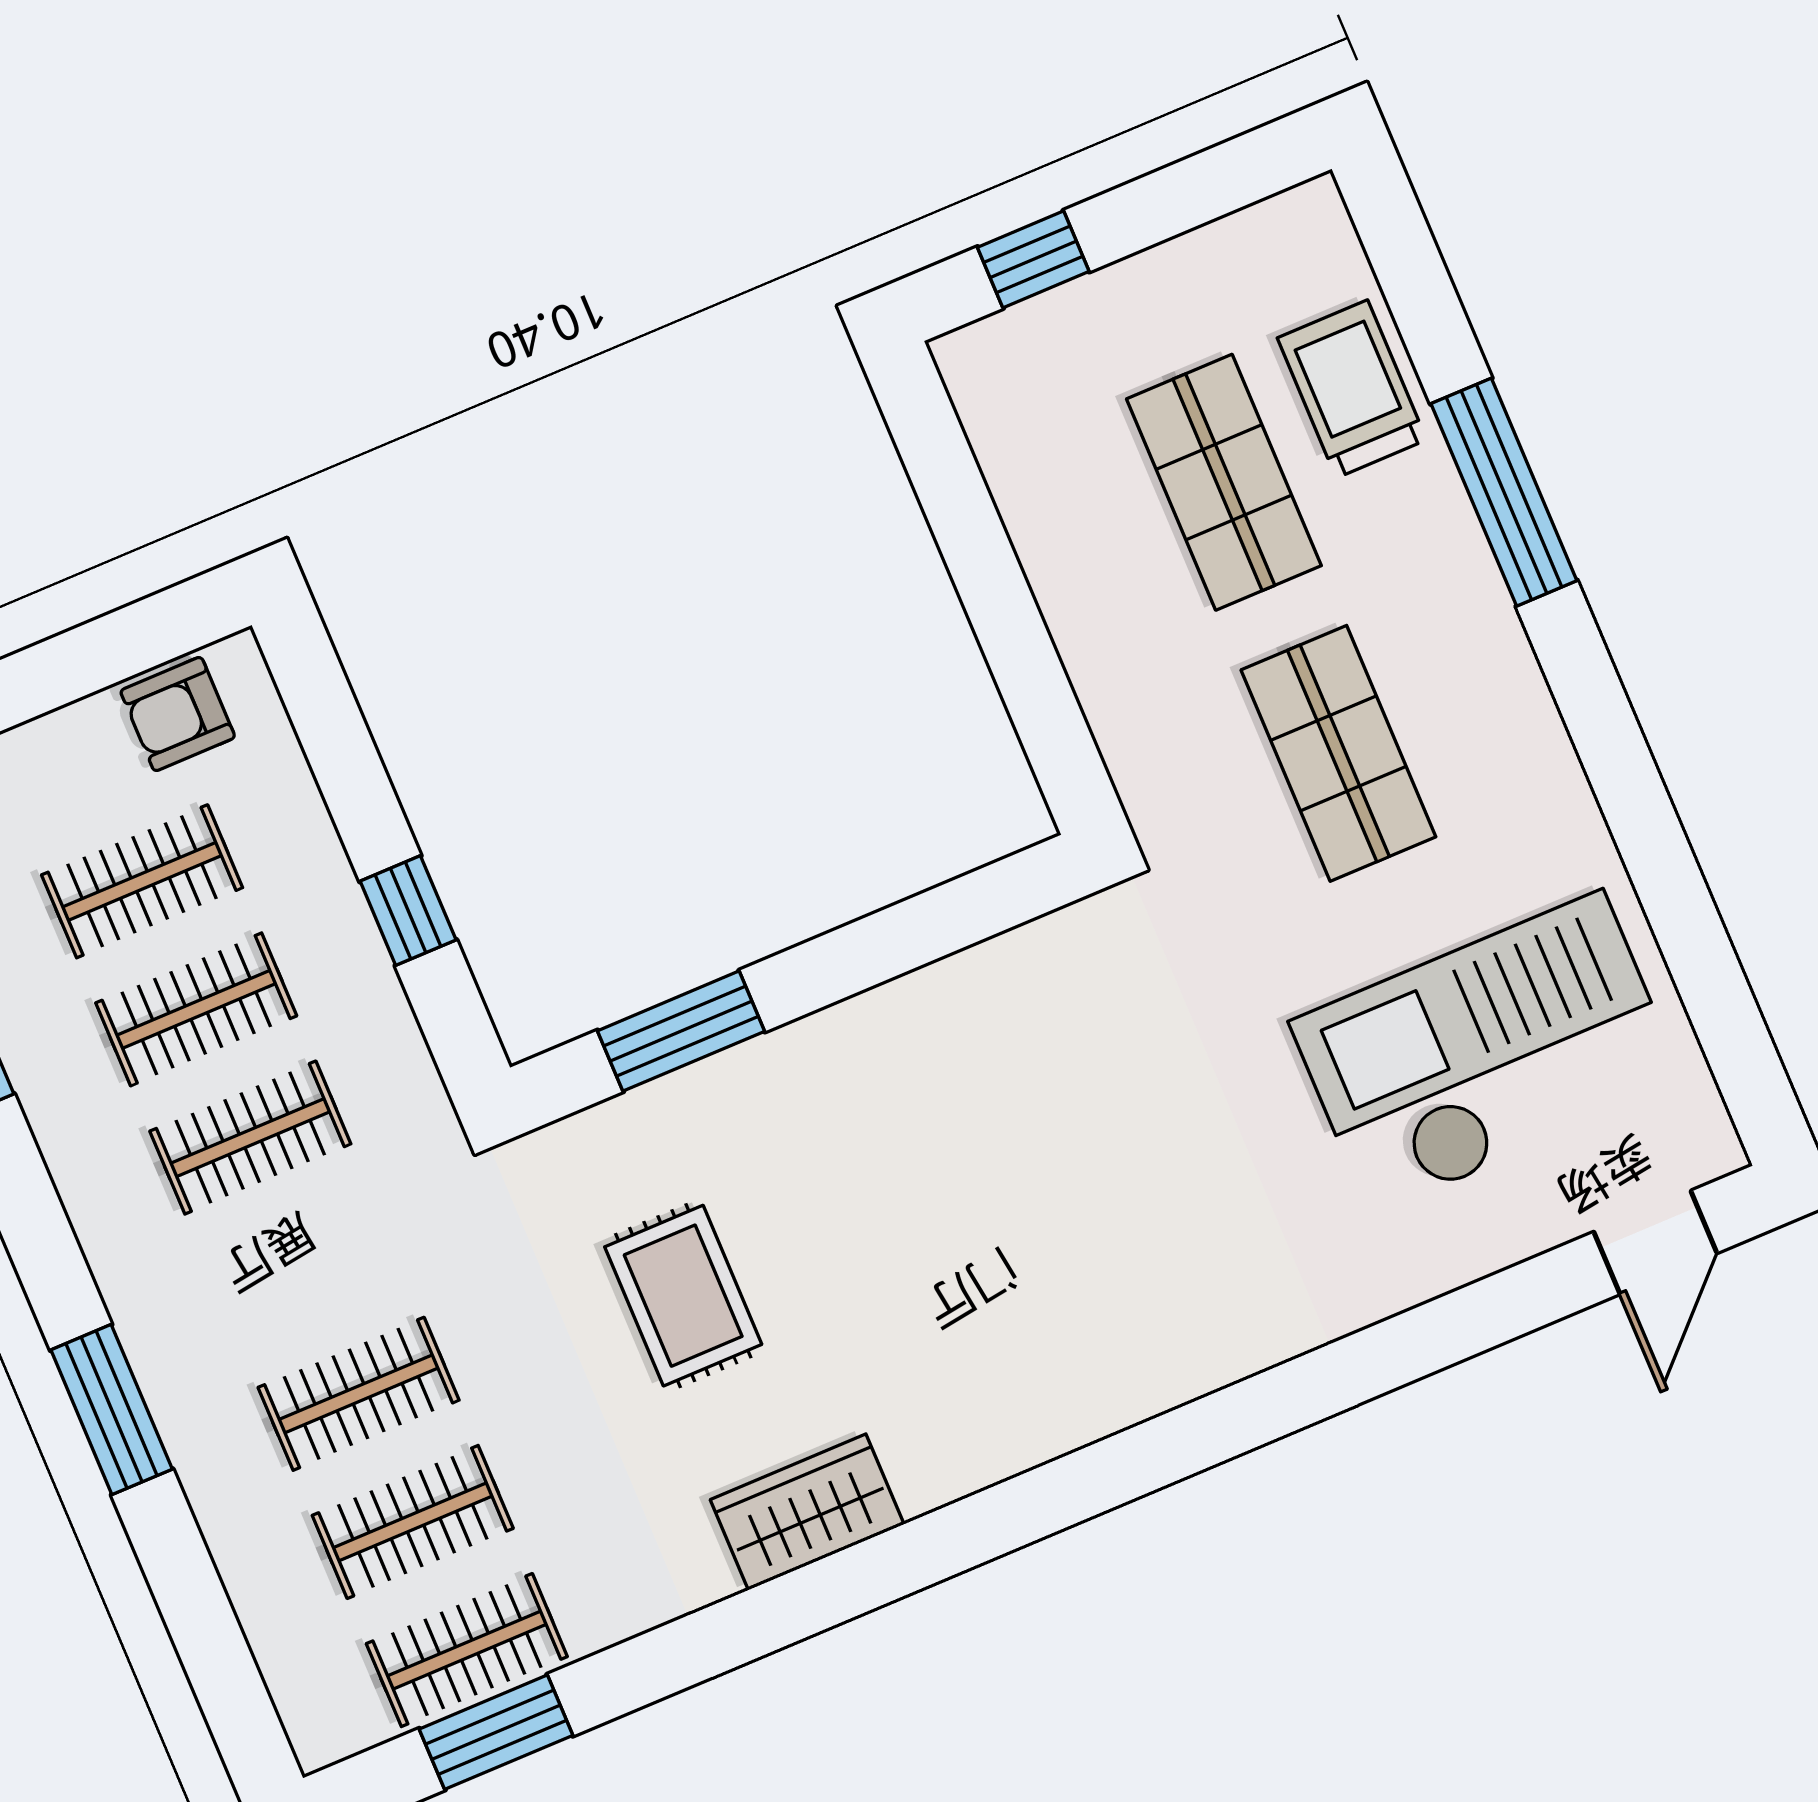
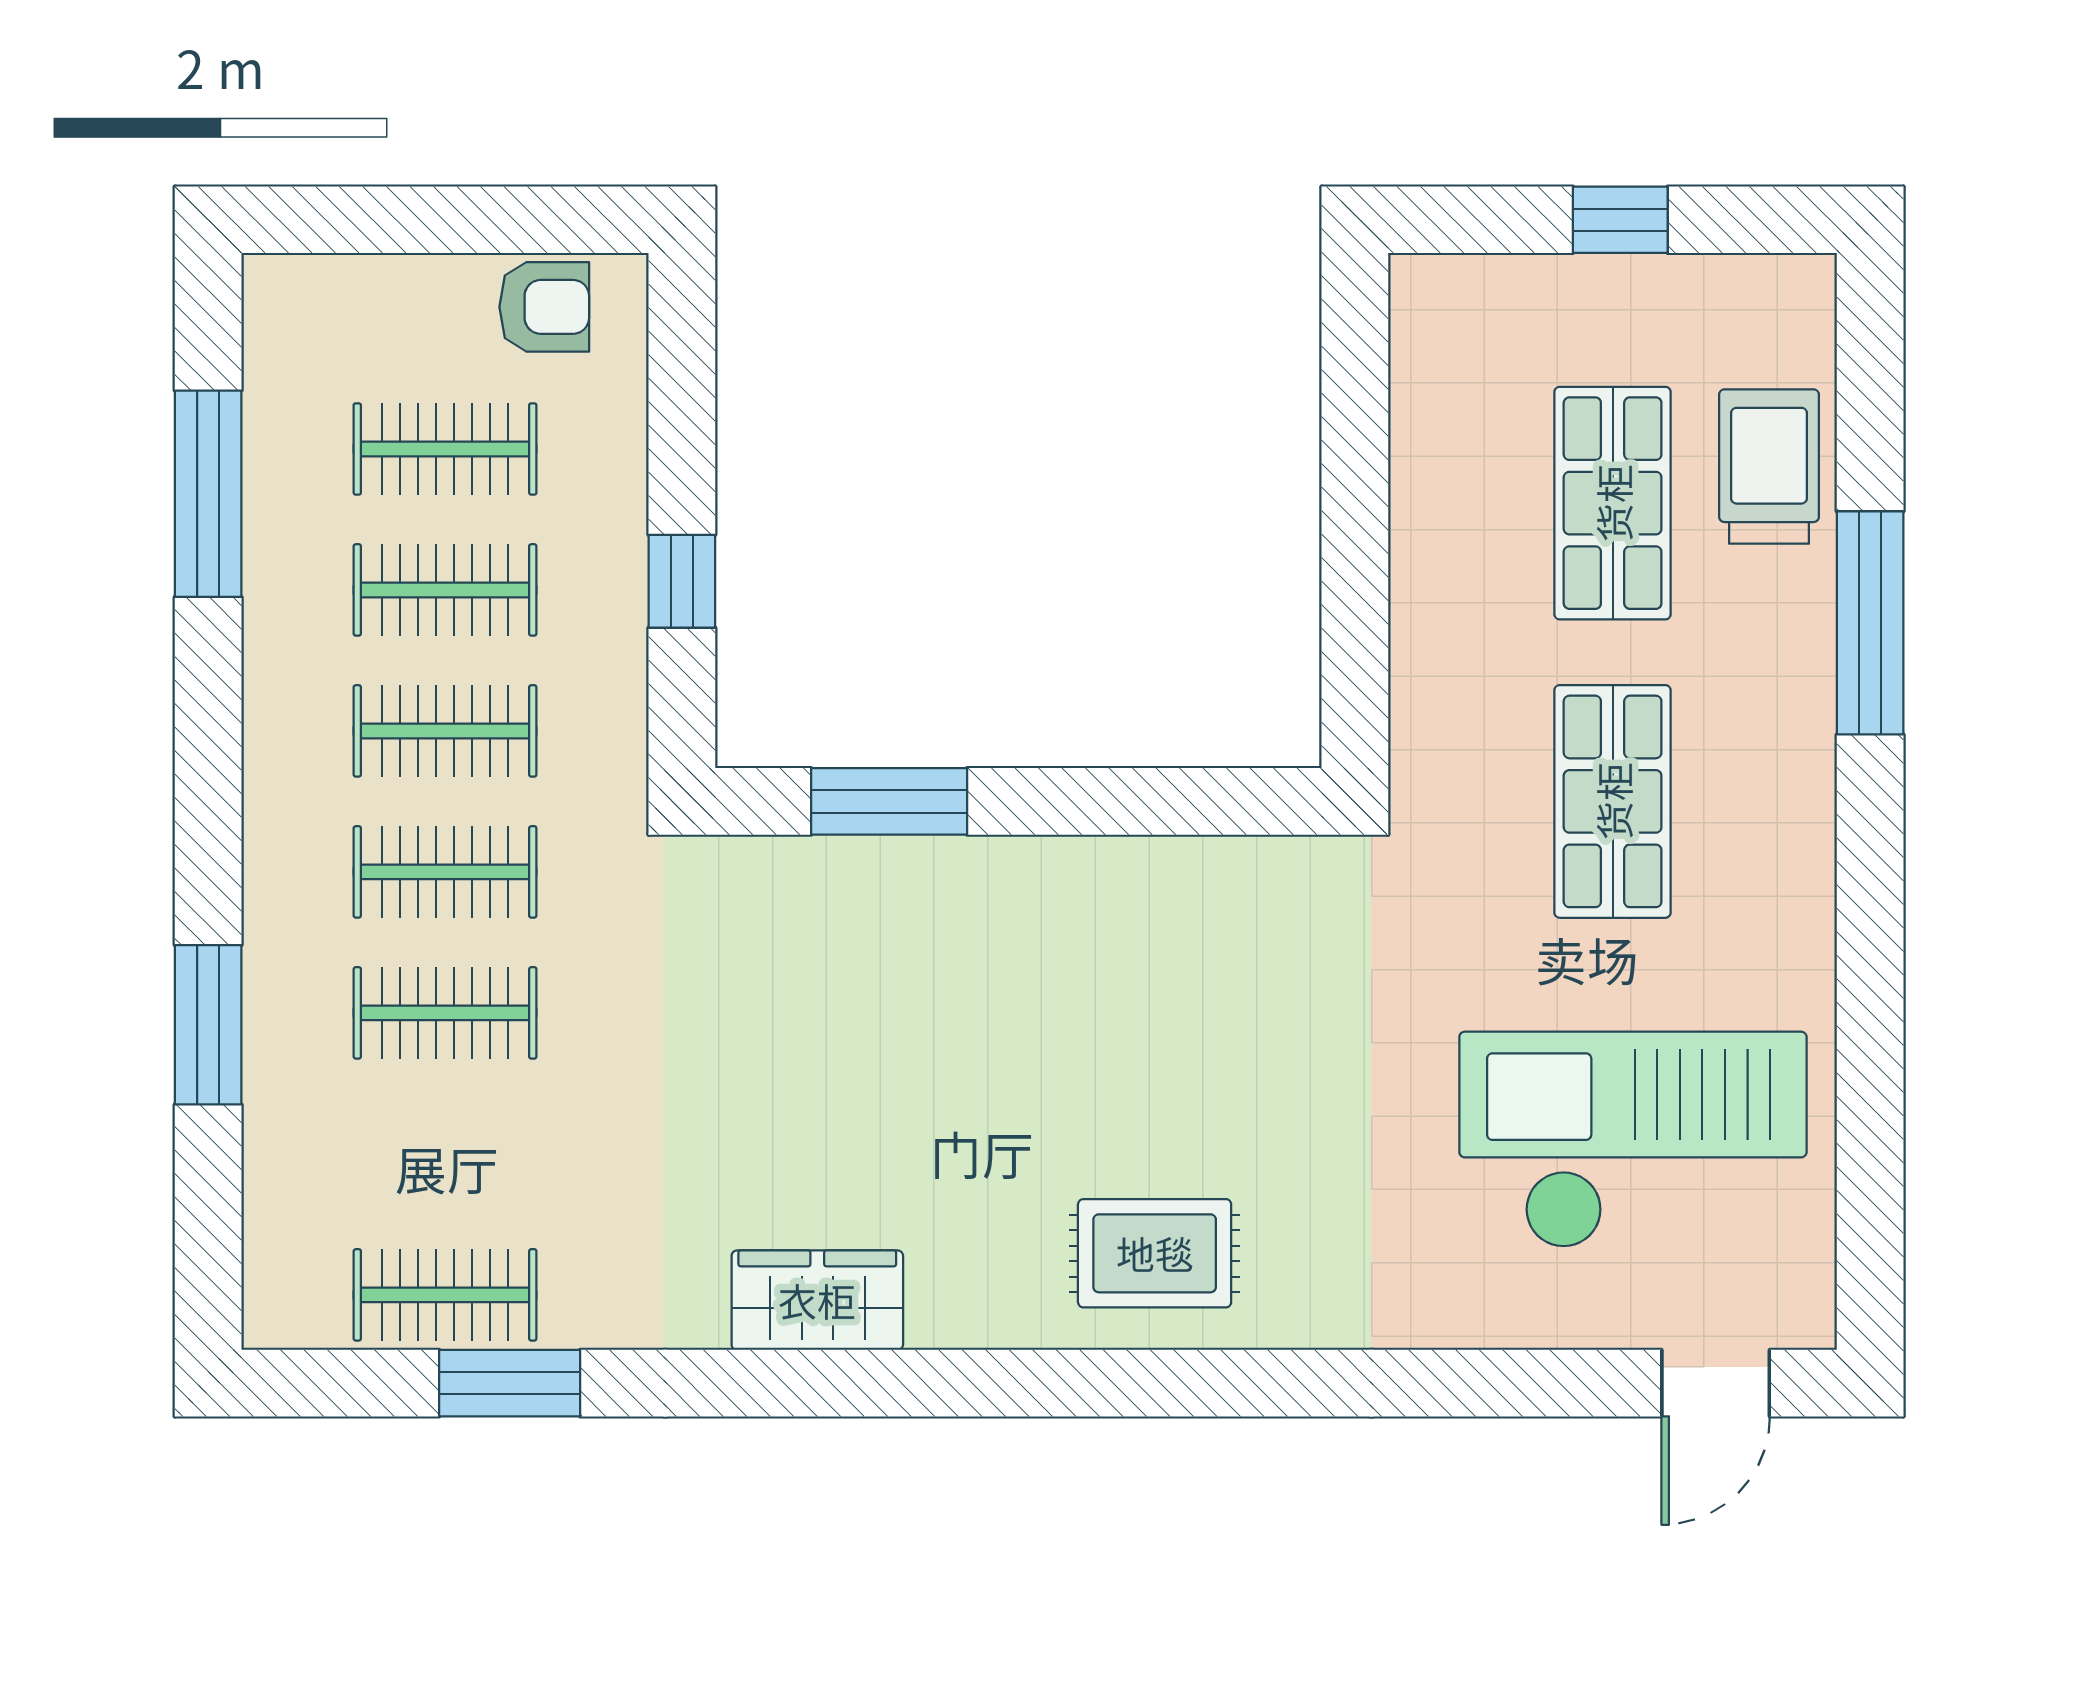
window: (1033, 259) -> (1620, 220), moved
armchair: (178, 714) -> (544, 307), turned 180
rug: (683, 1296) -> (1155, 1253), moved, turned 90
window: (112, 1410) -> (208, 1025), moved
clothes rail: (413, 1522) -> (445, 872), moved
window: (496, 1732) -> (510, 1383), moved

